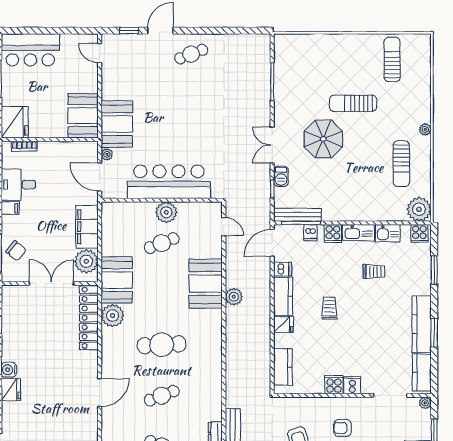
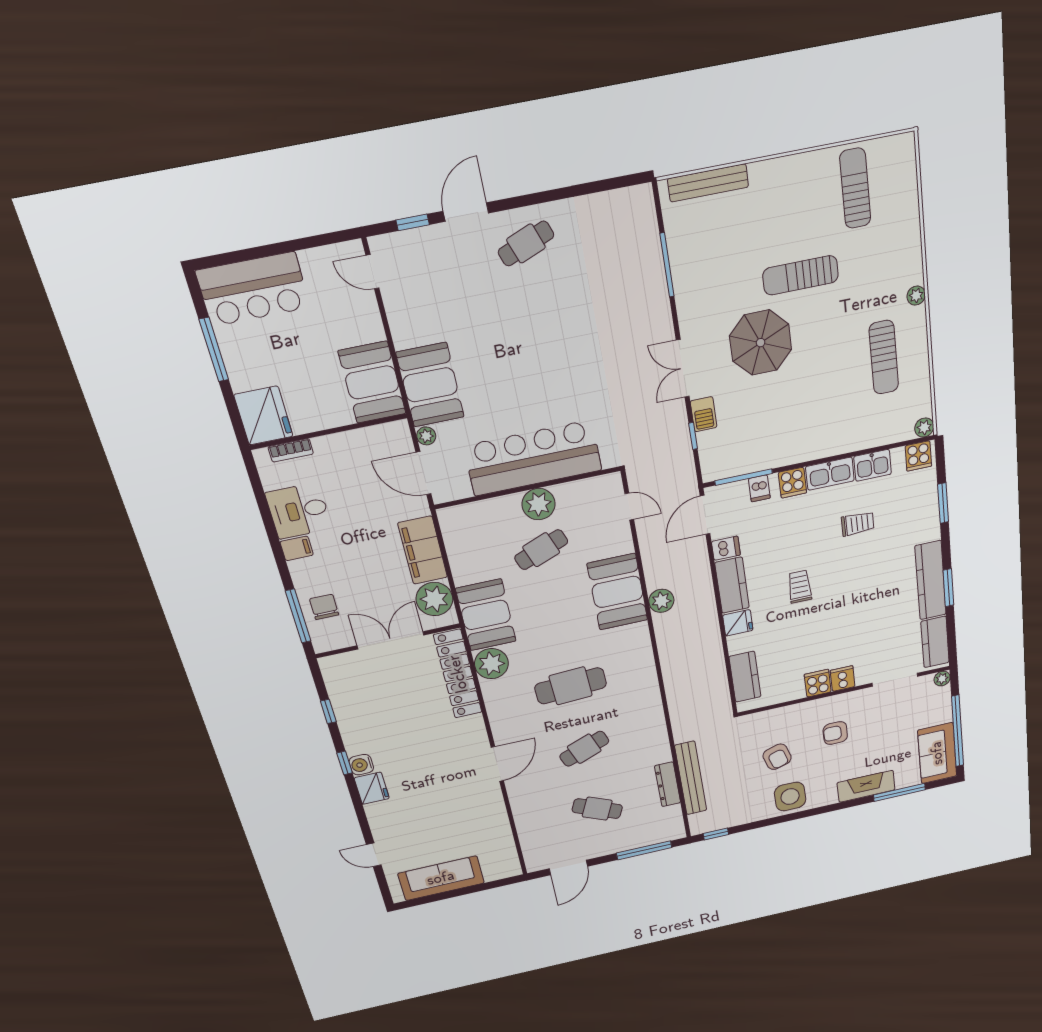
plant: (419, 209) -> (924, 427), width x0.53, depth x0.53
bench: (297, 215) -> (708, 183), moved
chair: (16, 251) -> (324, 607), turned -129

